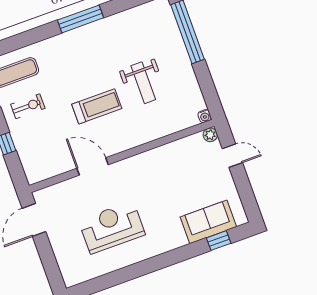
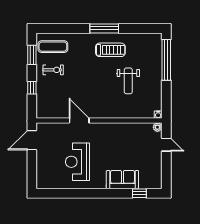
treadmill: (97, 106) -> (110, 50), moved
sofa: (208, 222) -> (122, 180), moved
reception desk: (112, 227) -> (77, 162), turned -90

